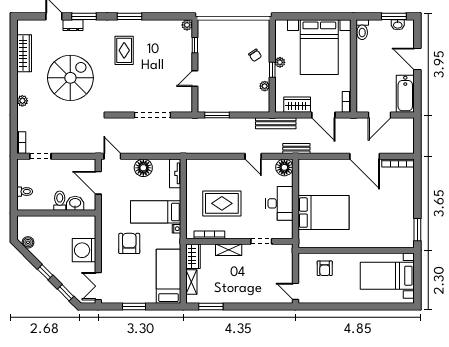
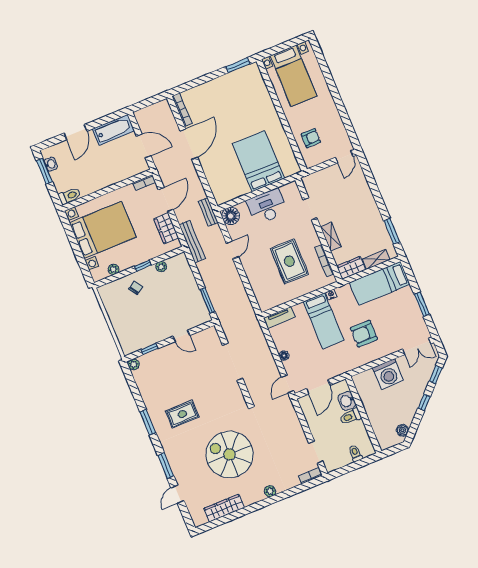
dresser: (73, 25) -> (178, 473), removed
plant: (280, 62) -> (113, 269), moved
floor lamp: (143, 168) -> (284, 356), width x0.53, depth x0.53

